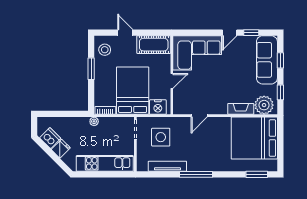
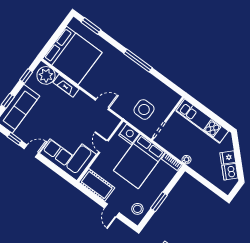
door: (172, 81) -> (104, 147), hinge flipped
tv unit: (167, 166) -> (155, 83), removed

